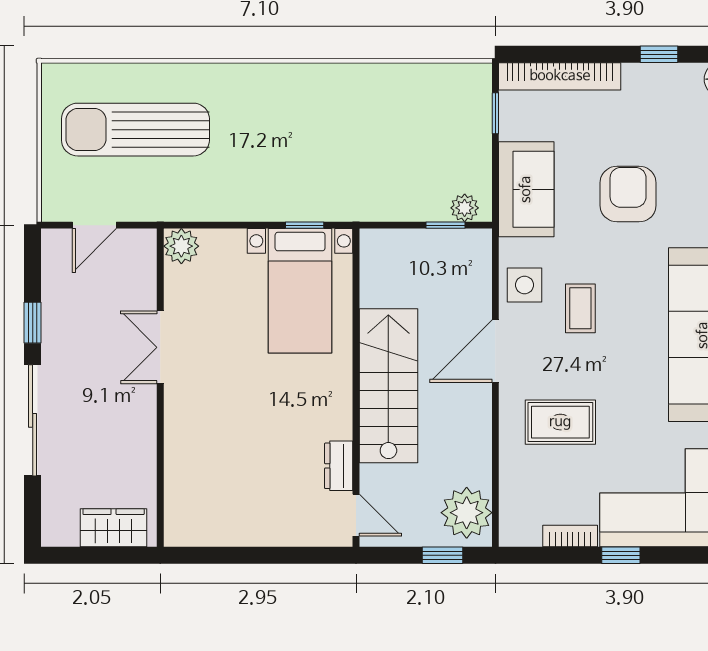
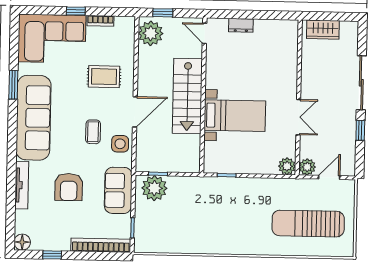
sun lounger: (135, 130) -> (308, 224), turned 180
plant: (465, 208) -> (154, 188), width x1.88, depth x1.88
plant: (140, 246) -> (307, 167), added
bed with nightstands: (300, 291) -> (235, 116), moved, turned 90
dresser: (339, 466) -> (241, 25), moved, turned 90

